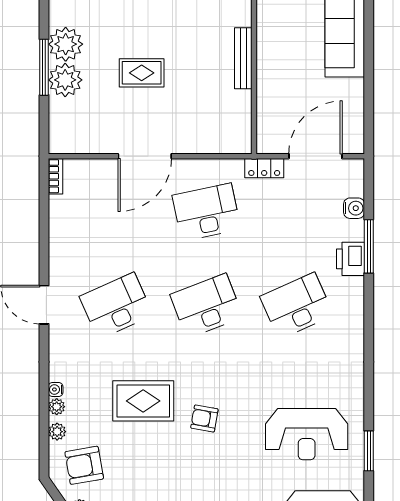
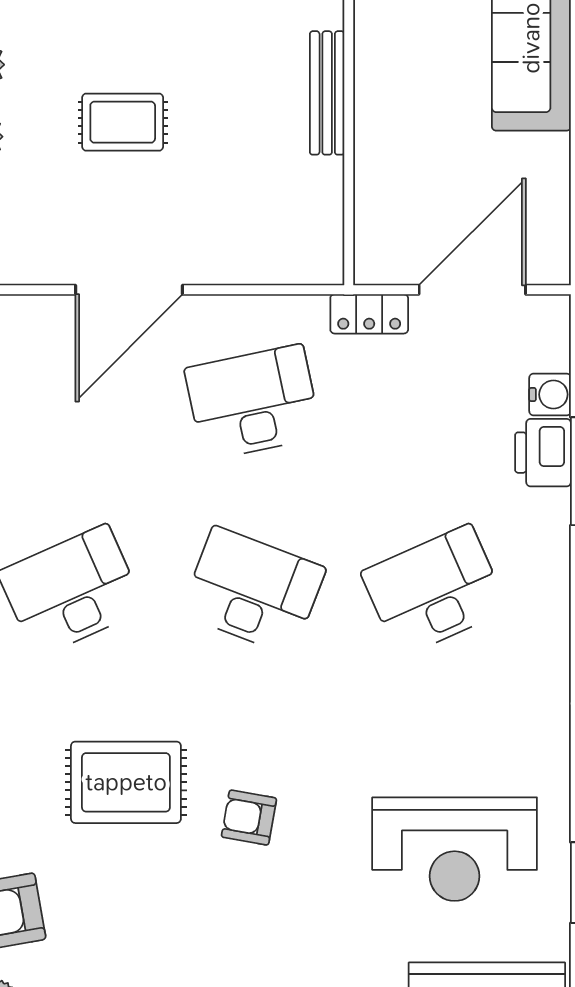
printer: (351, 259) -> (543, 453), moved
desk: (206, 306) -> (253, 591), turned 42

